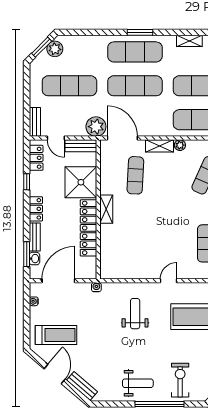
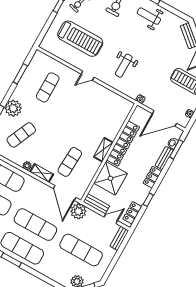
door: (56, 138) -> (111, 219), hinge flipped

